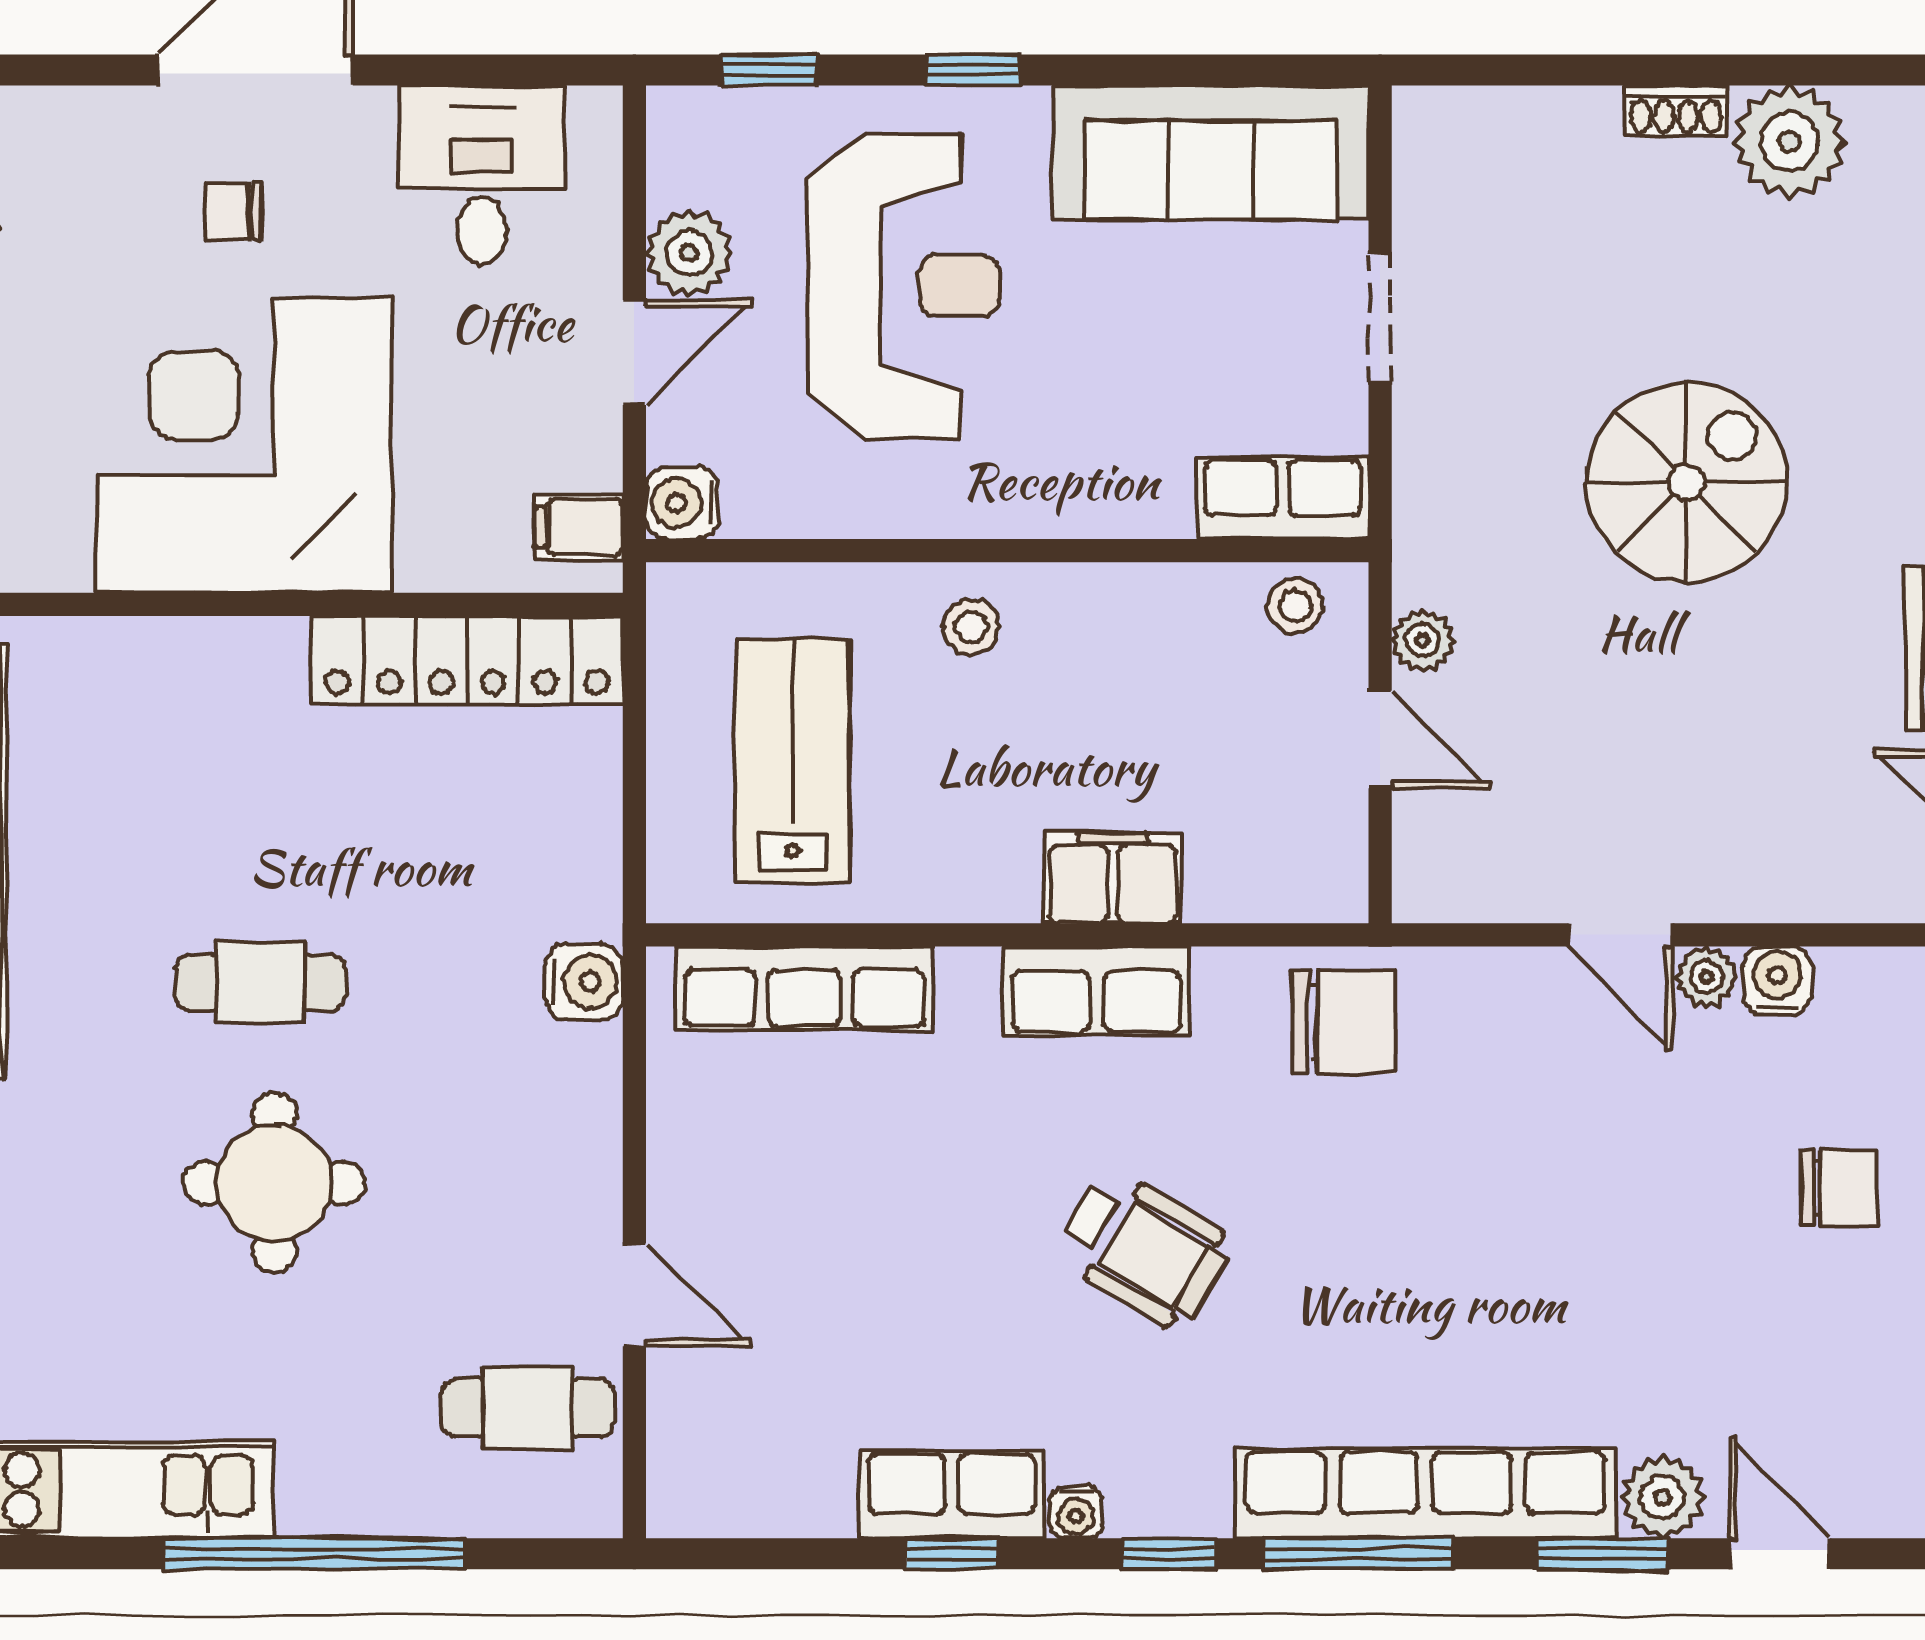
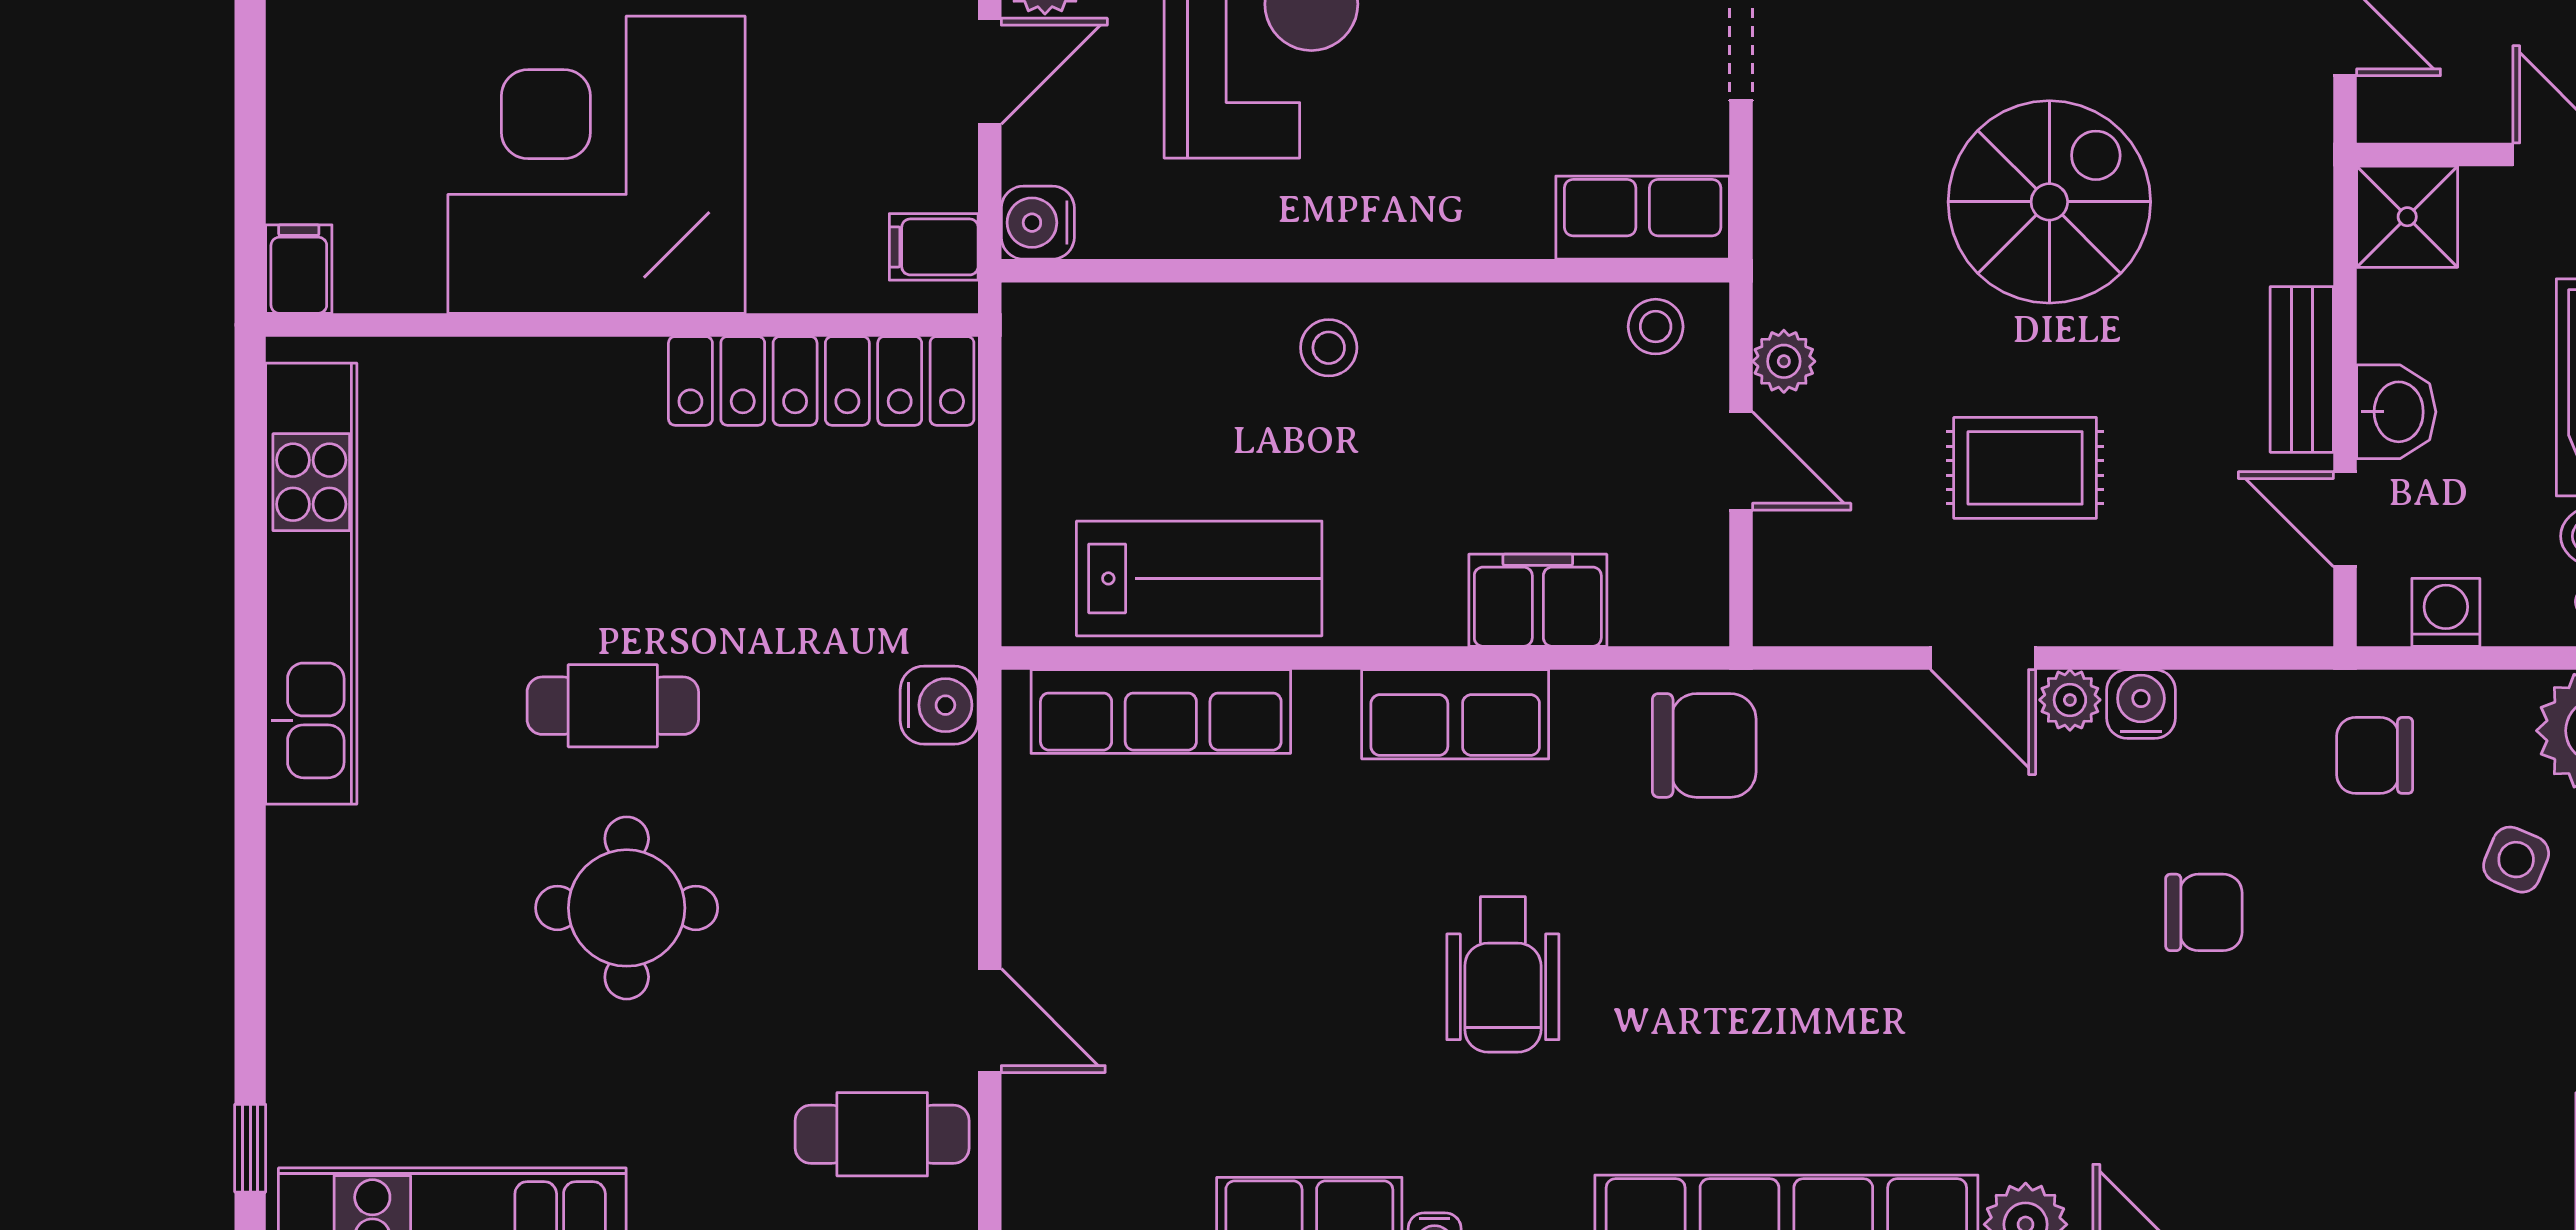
rug: (1662, 746) -> (2025, 468), added
lab bench: (792, 761) -> (1199, 578), moved, turned 90
filing cabinet: (1113, 878) -> (1538, 600), moved
wheelchair: (1144, 1249) -> (1503, 974), turned 59

